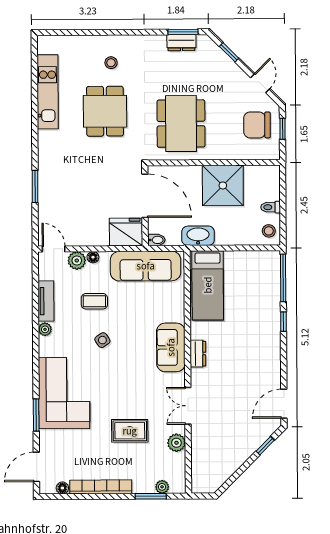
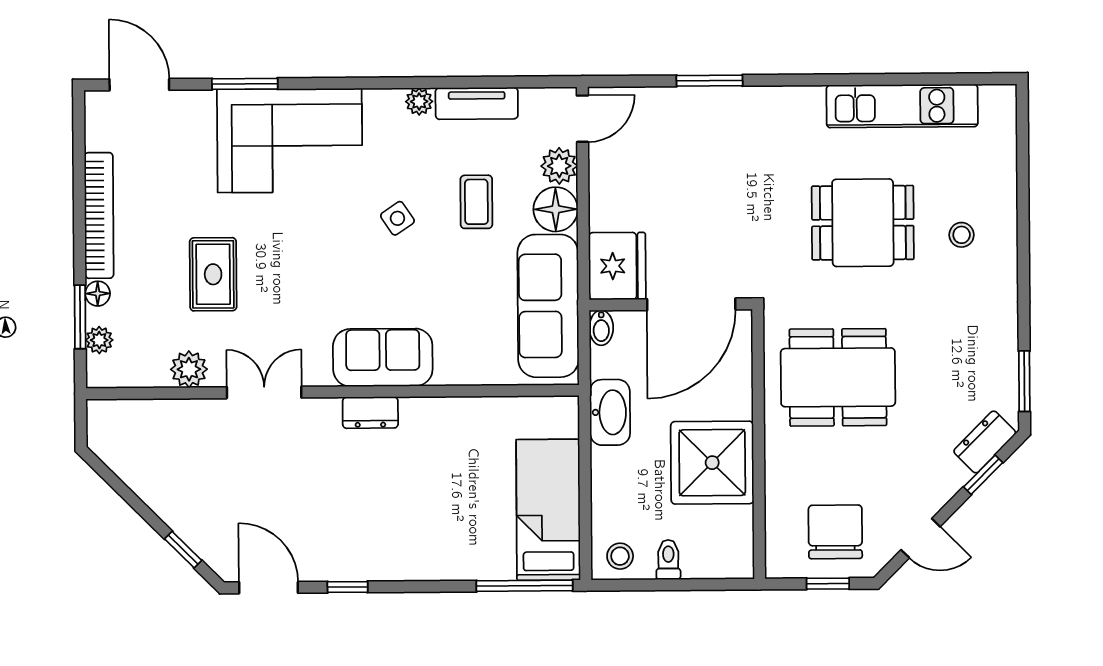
dresser: (181, 43) -> (985, 442), moved, turned 45
floor lamp: (93, 257) -> (556, 209), width x1.89, depth x1.89
bed: (208, 285) -> (548, 510), moved, turned 90
window: (283, 322) -> (348, 587), moved
floor lamp: (62, 488) -> (98, 294), moved

